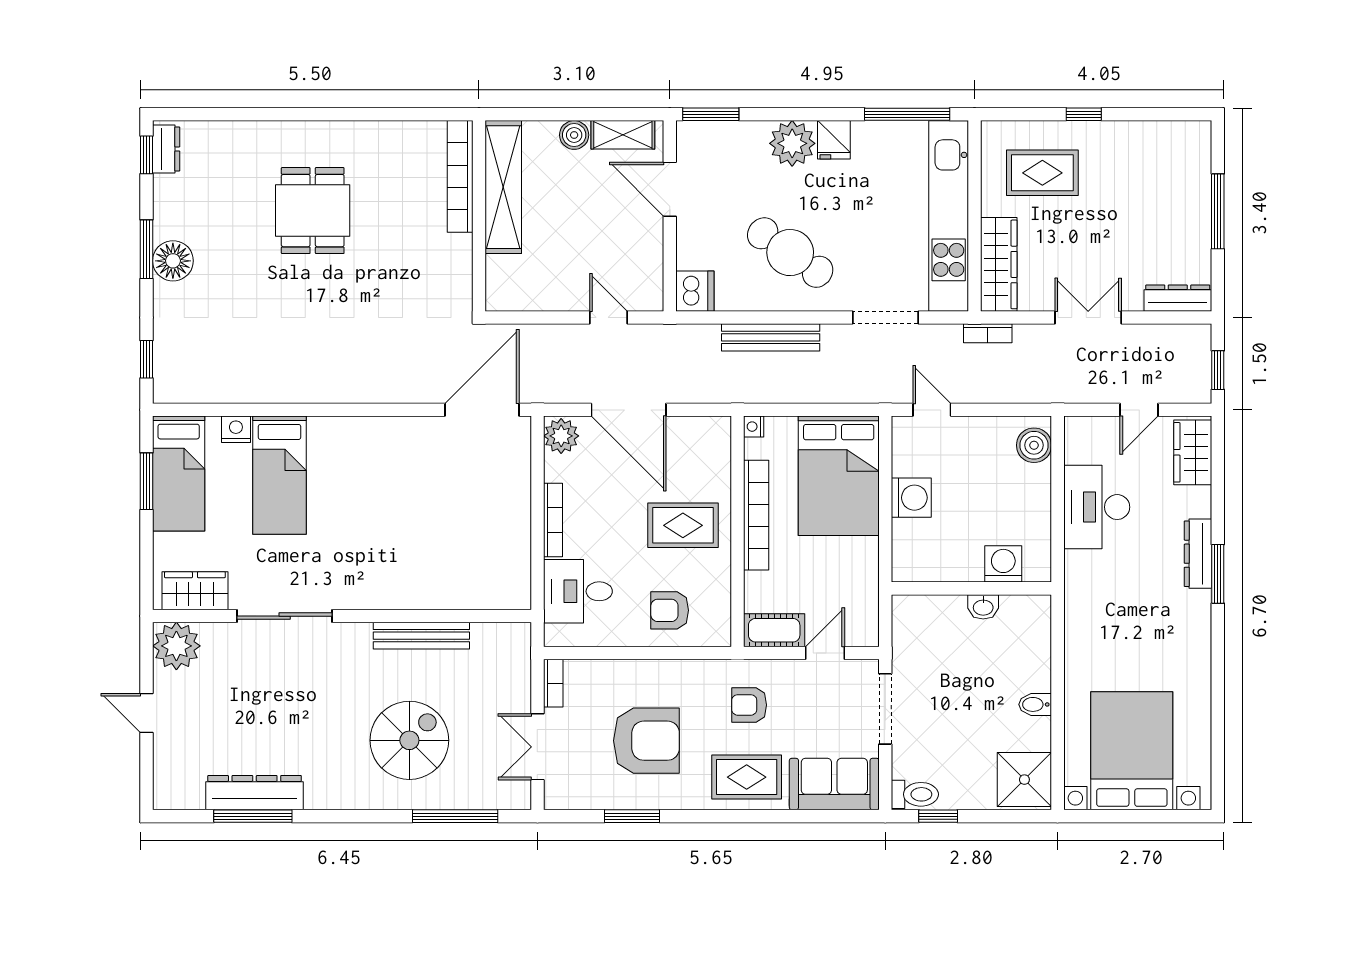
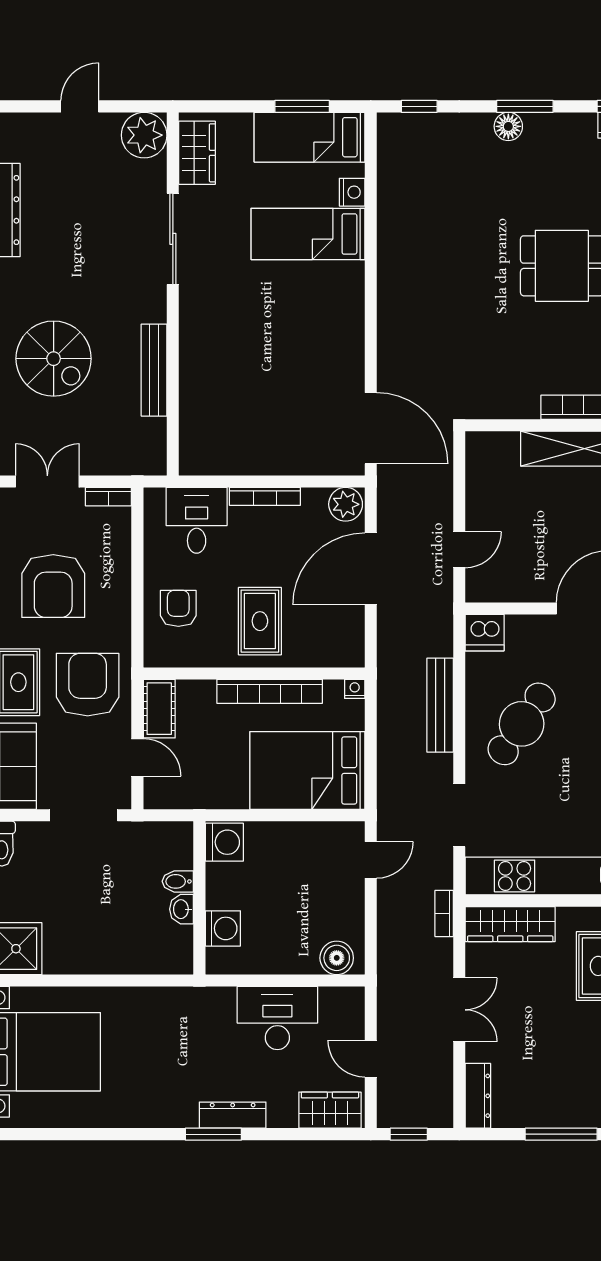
floor lamp: (173, 261) -> (508, 126), width x0.73, depth x0.73
washing machine: (911, 498) -> (224, 842), moved, turned -90
bidet: (1035, 704) -> (178, 881), moved, turned -90
armchair: (749, 705) -> (88, 685), width x1.88, depth x1.88

